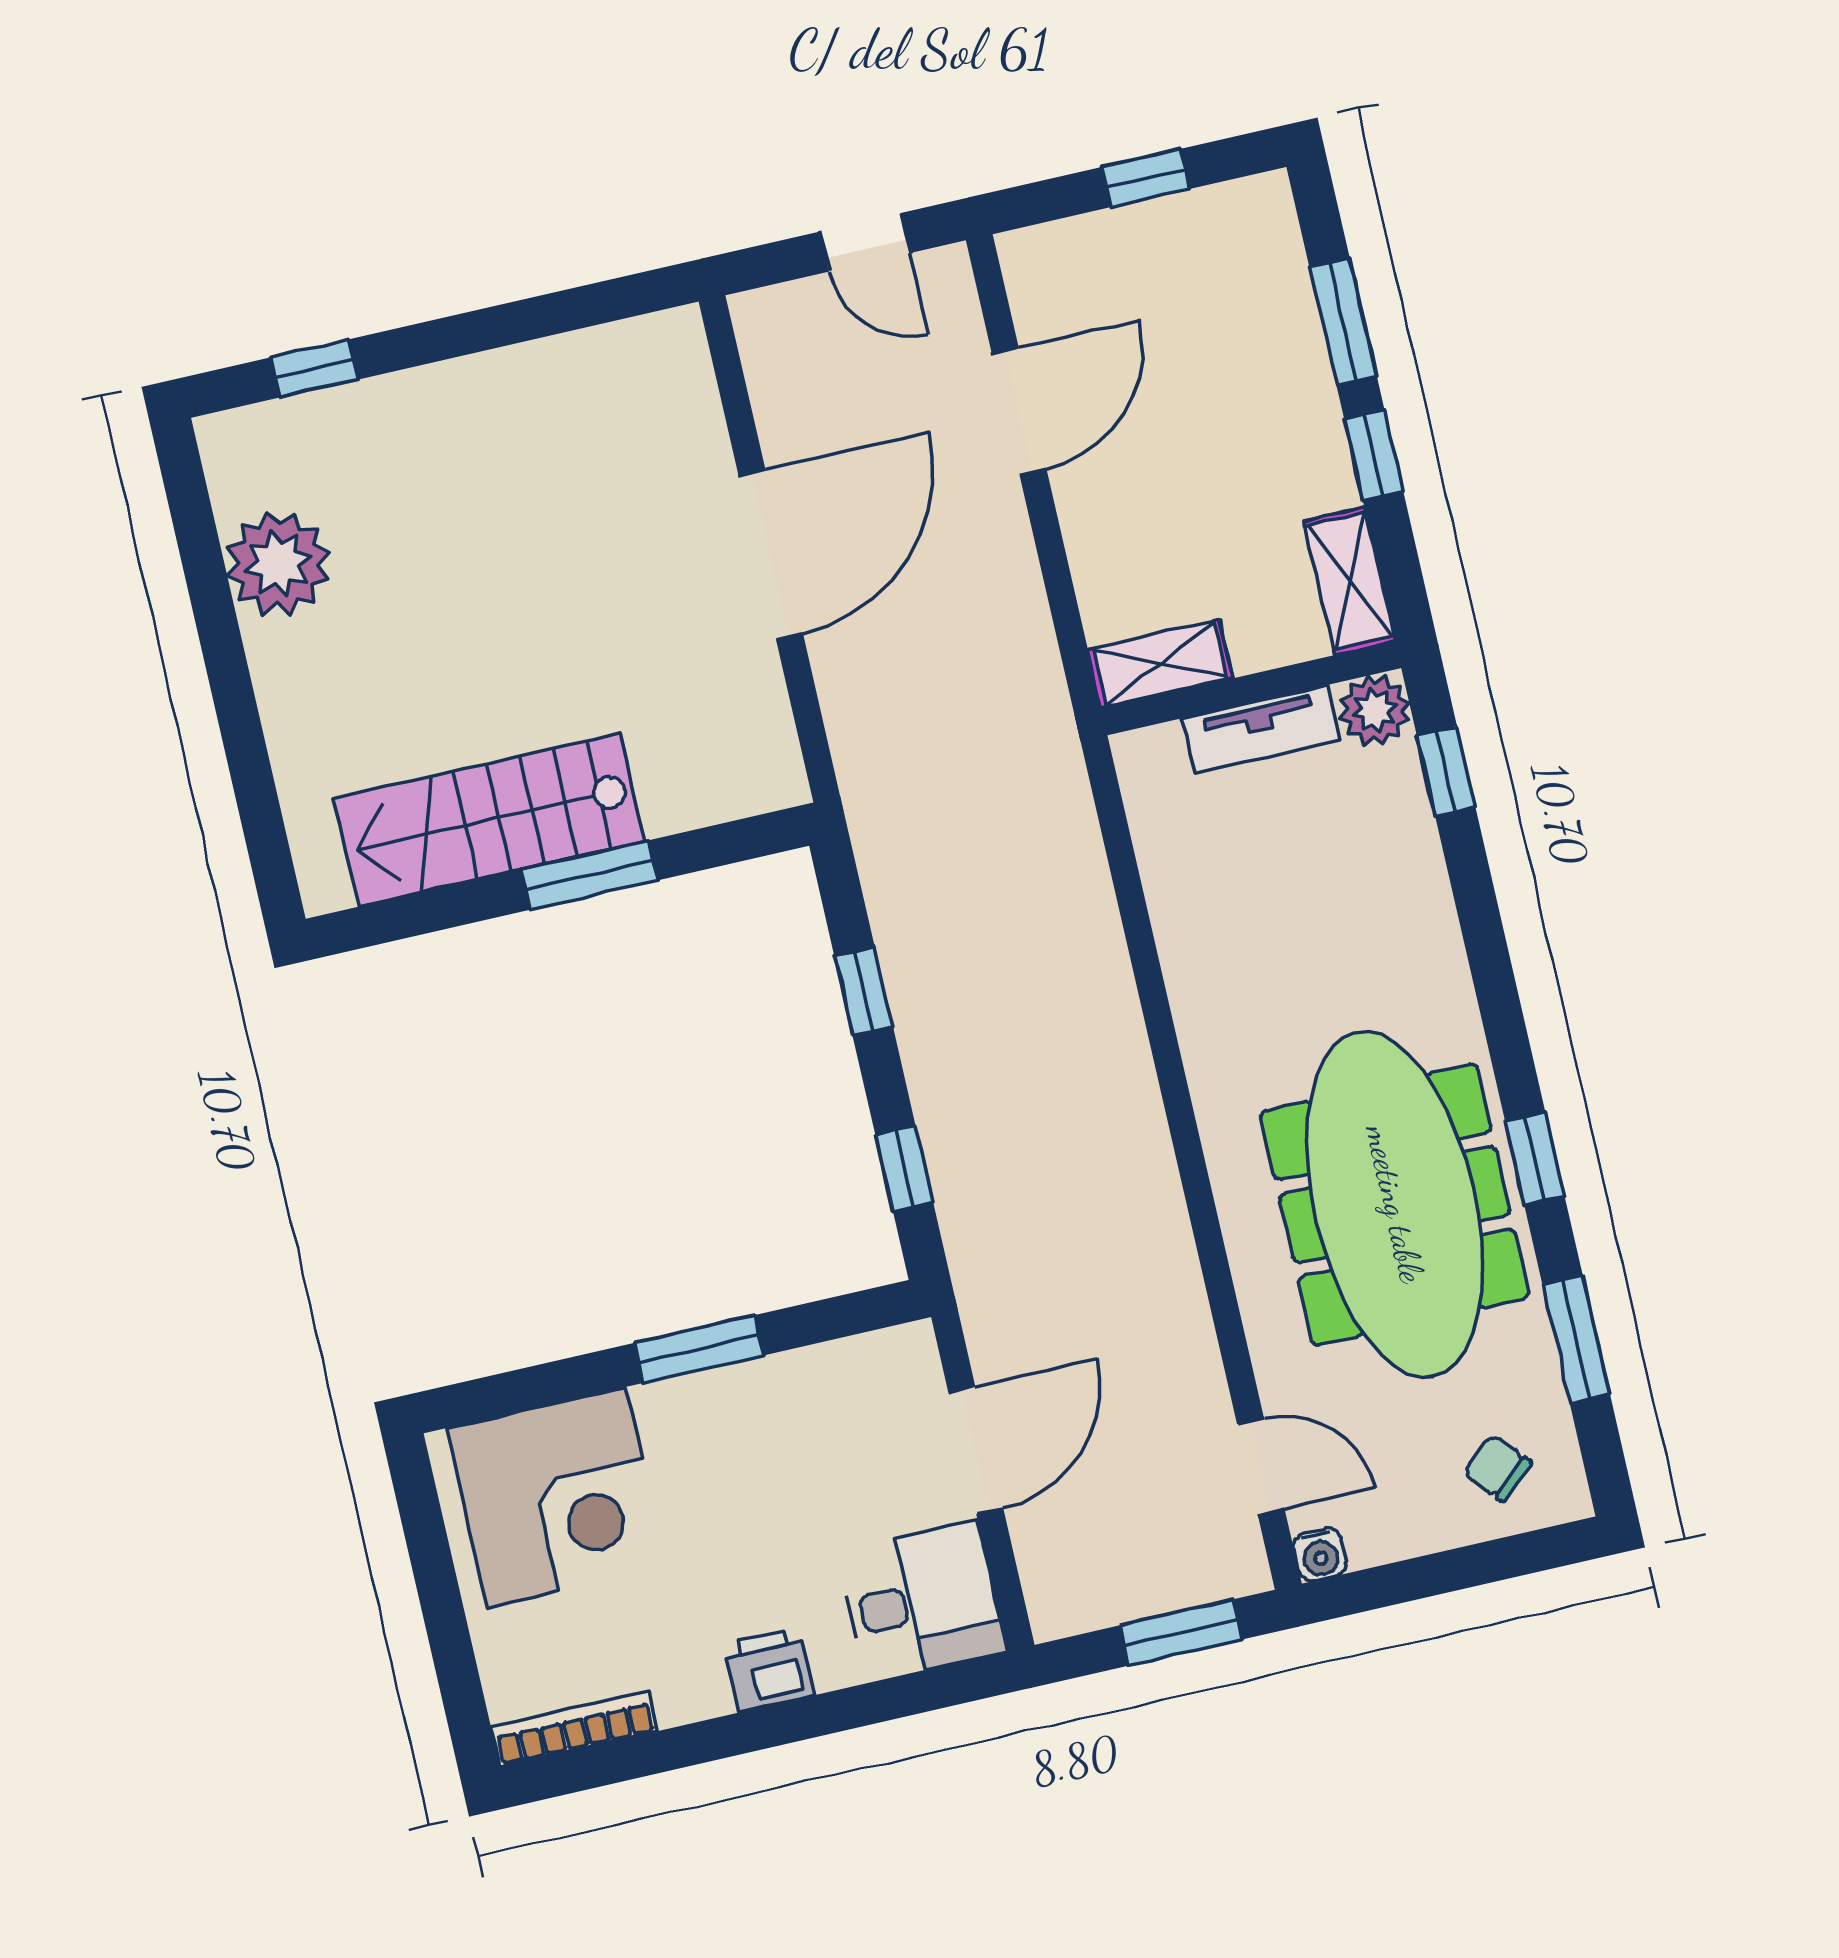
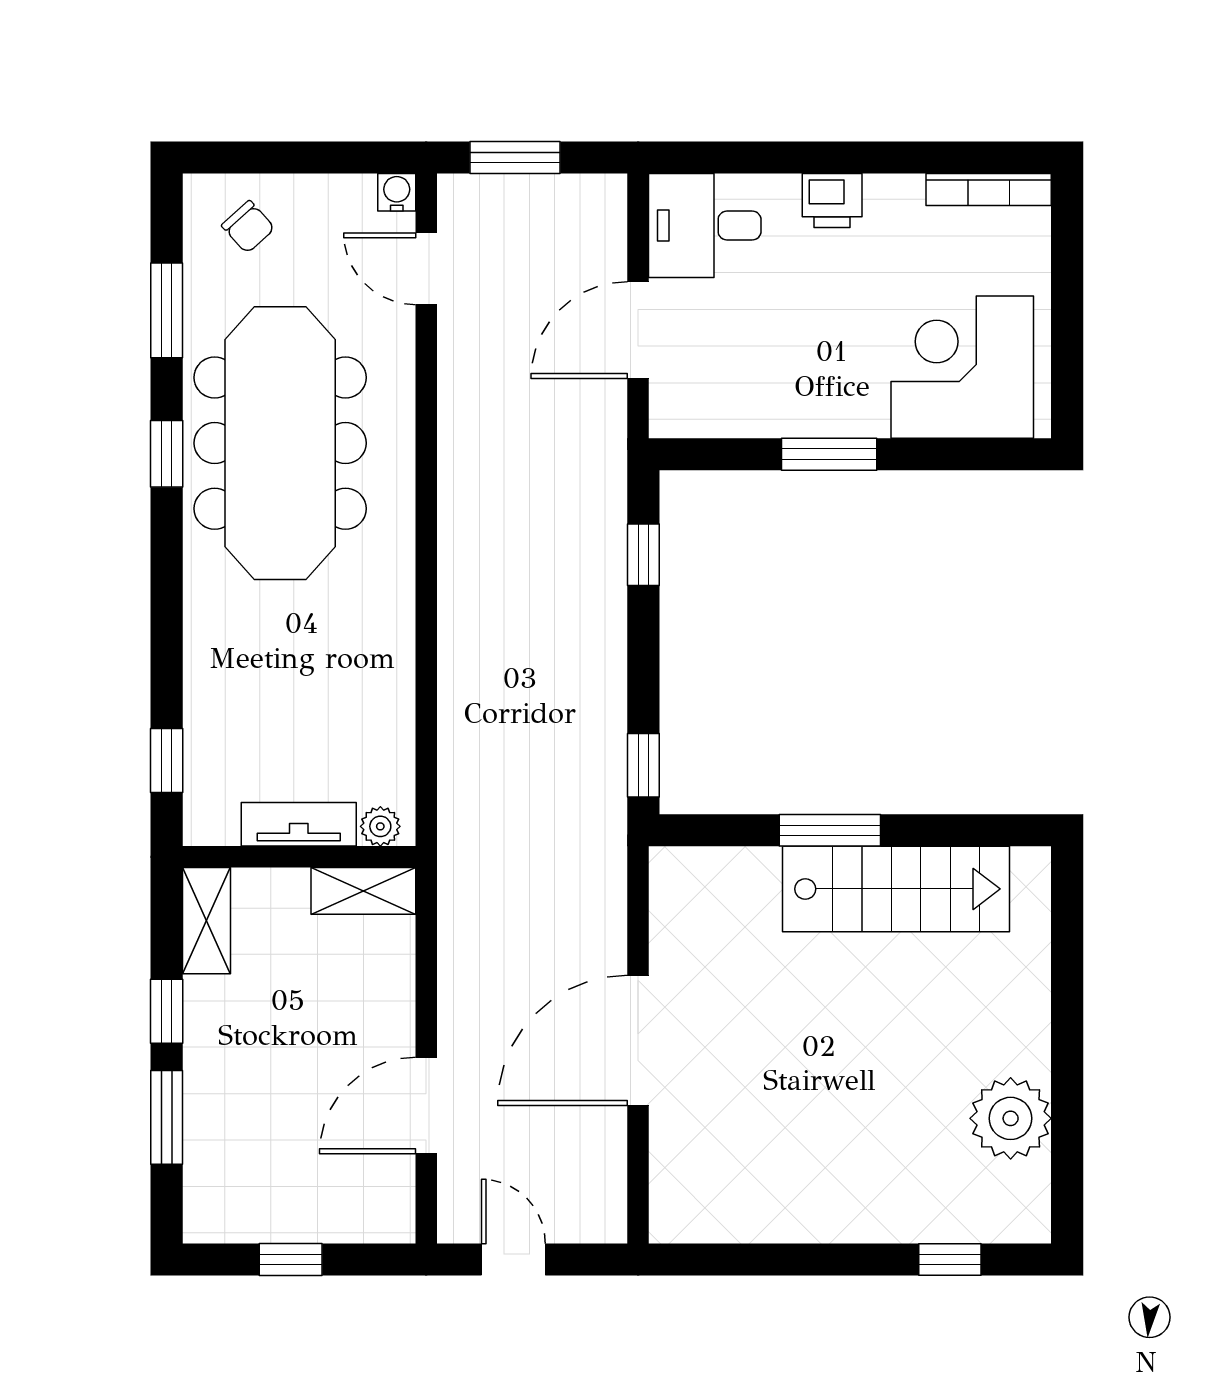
plant: (1375, 710) -> (380, 826), moved, width x0.73, depth x0.73
window: (864, 991) -> (643, 765), moved

